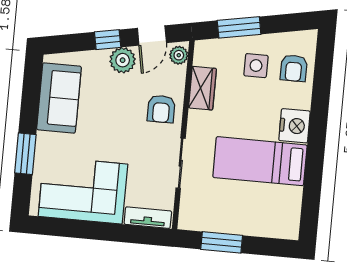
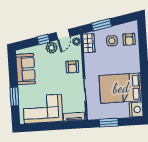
wardrobe: (202, 88) -> (89, 43), moved
nightstand: (294, 126) -> (136, 110), moved
bed: (260, 161) -> (121, 88), width x1.50

